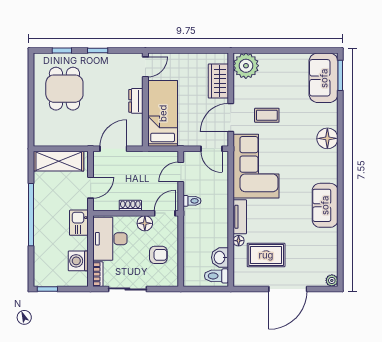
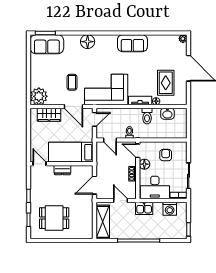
door: (113, 149) -> (94, 185), hinge flipped
toilet: (216, 276) -> (147, 116), moved

